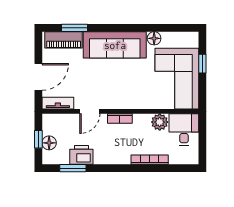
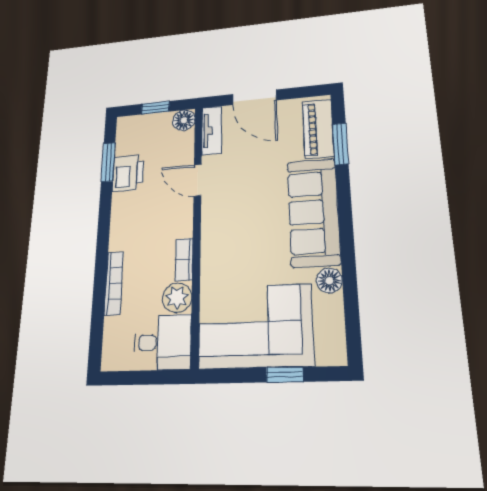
bookcase: (120, 119) -> (184, 259), moved
floor lamp: (49, 143) -> (184, 120), moved

